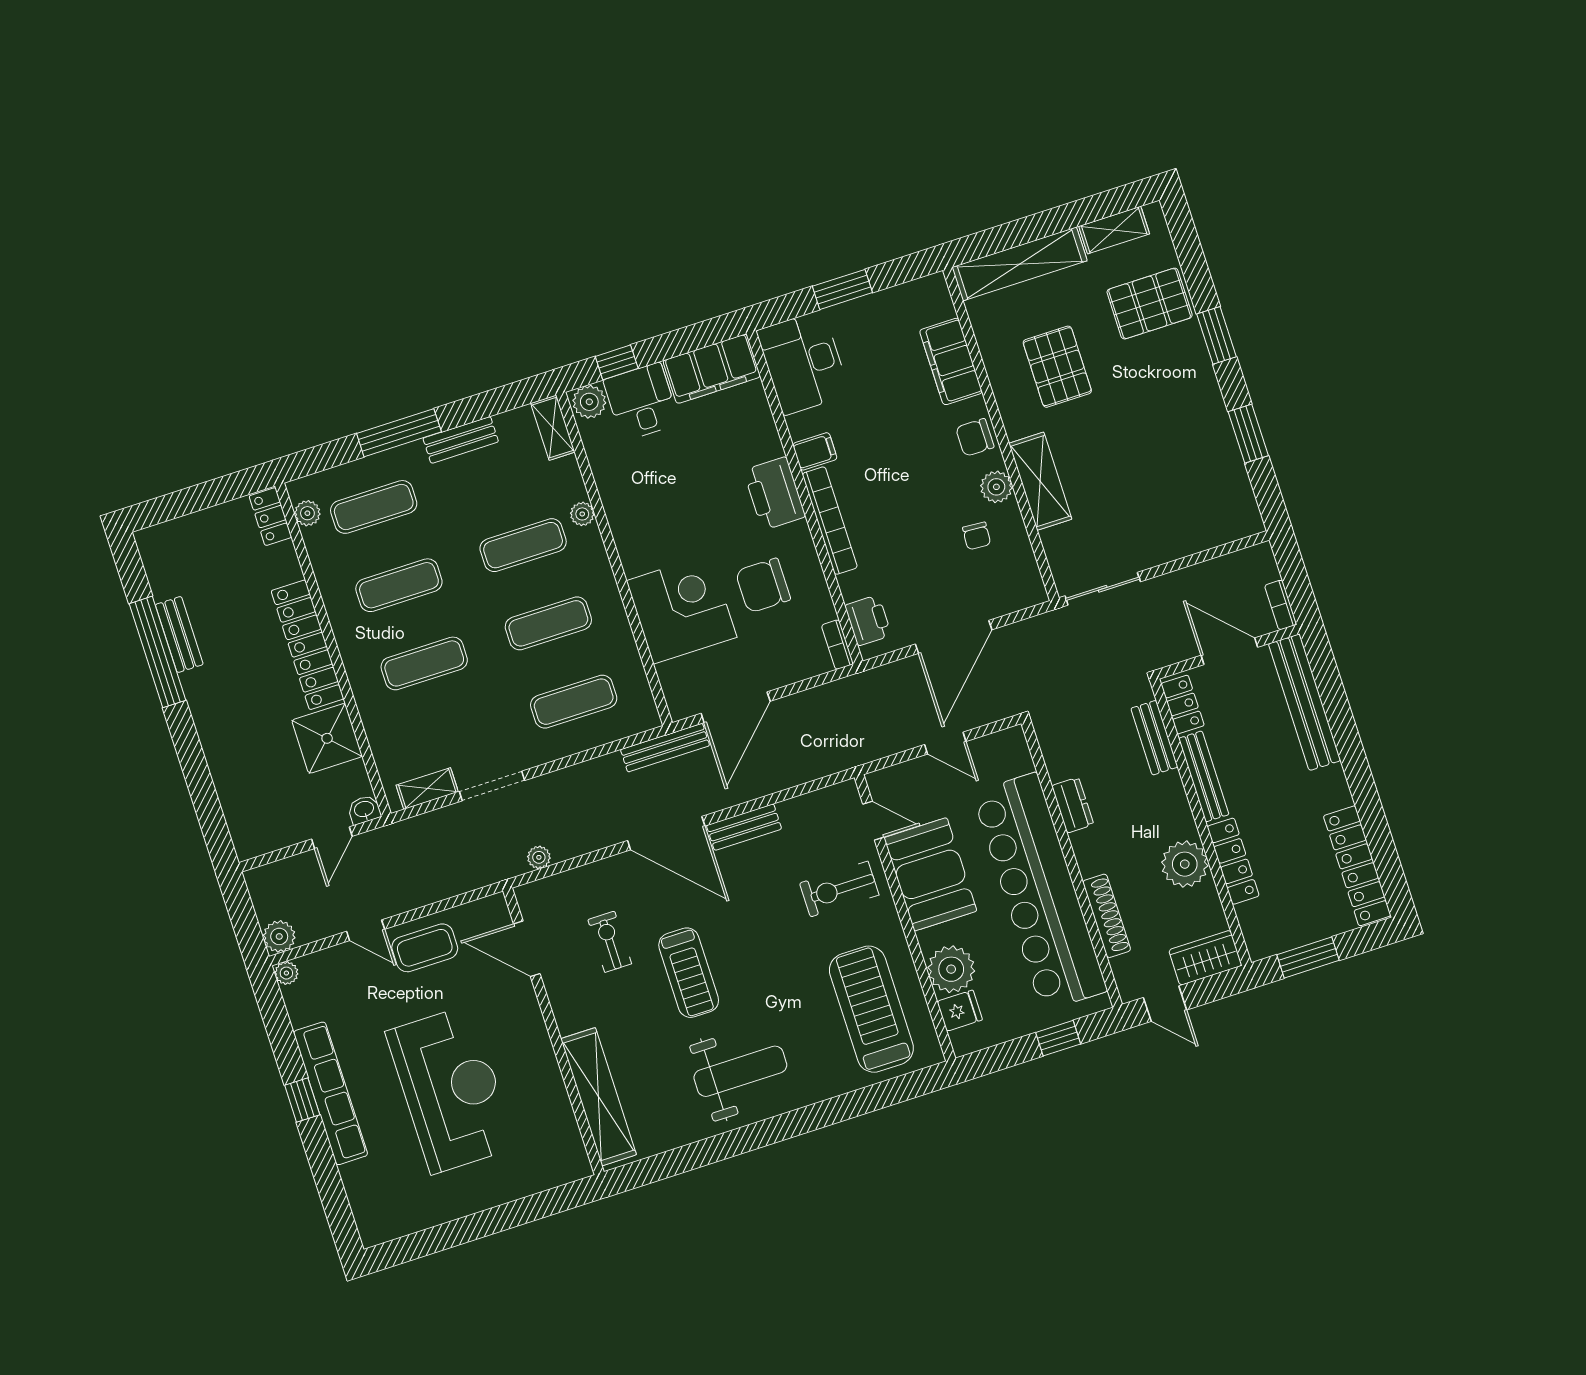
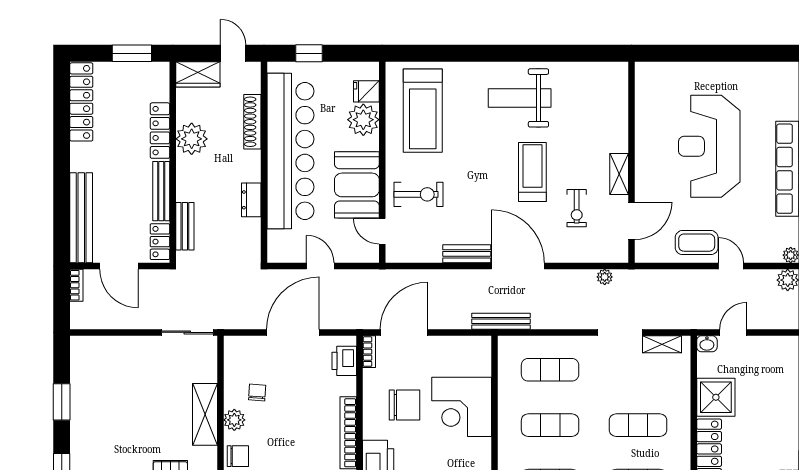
door: (736, 707) -> (404, 332), moved
door: (527, 949) -> (631, 221), hinge flipped
shelving: (599, 1097) -> (619, 174), moved, width x0.45, depth x0.75

